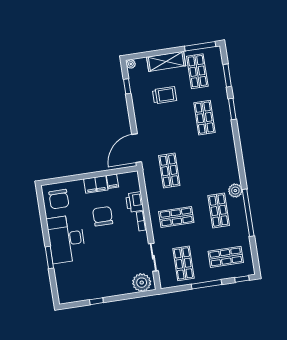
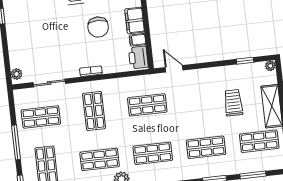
trolley: (164, 95) -> (233, 103), turned 180
door: (137, 148) -> (174, 69), width x0.53
shop shelf: (212, 164) -> (153, 153), added
printer: (135, 202) -> (138, 57), moved, turned -90
chair: (103, 216) -> (98, 27), turned 90
plant: (142, 283) -> (17, 74), width x0.53, depth x0.53

